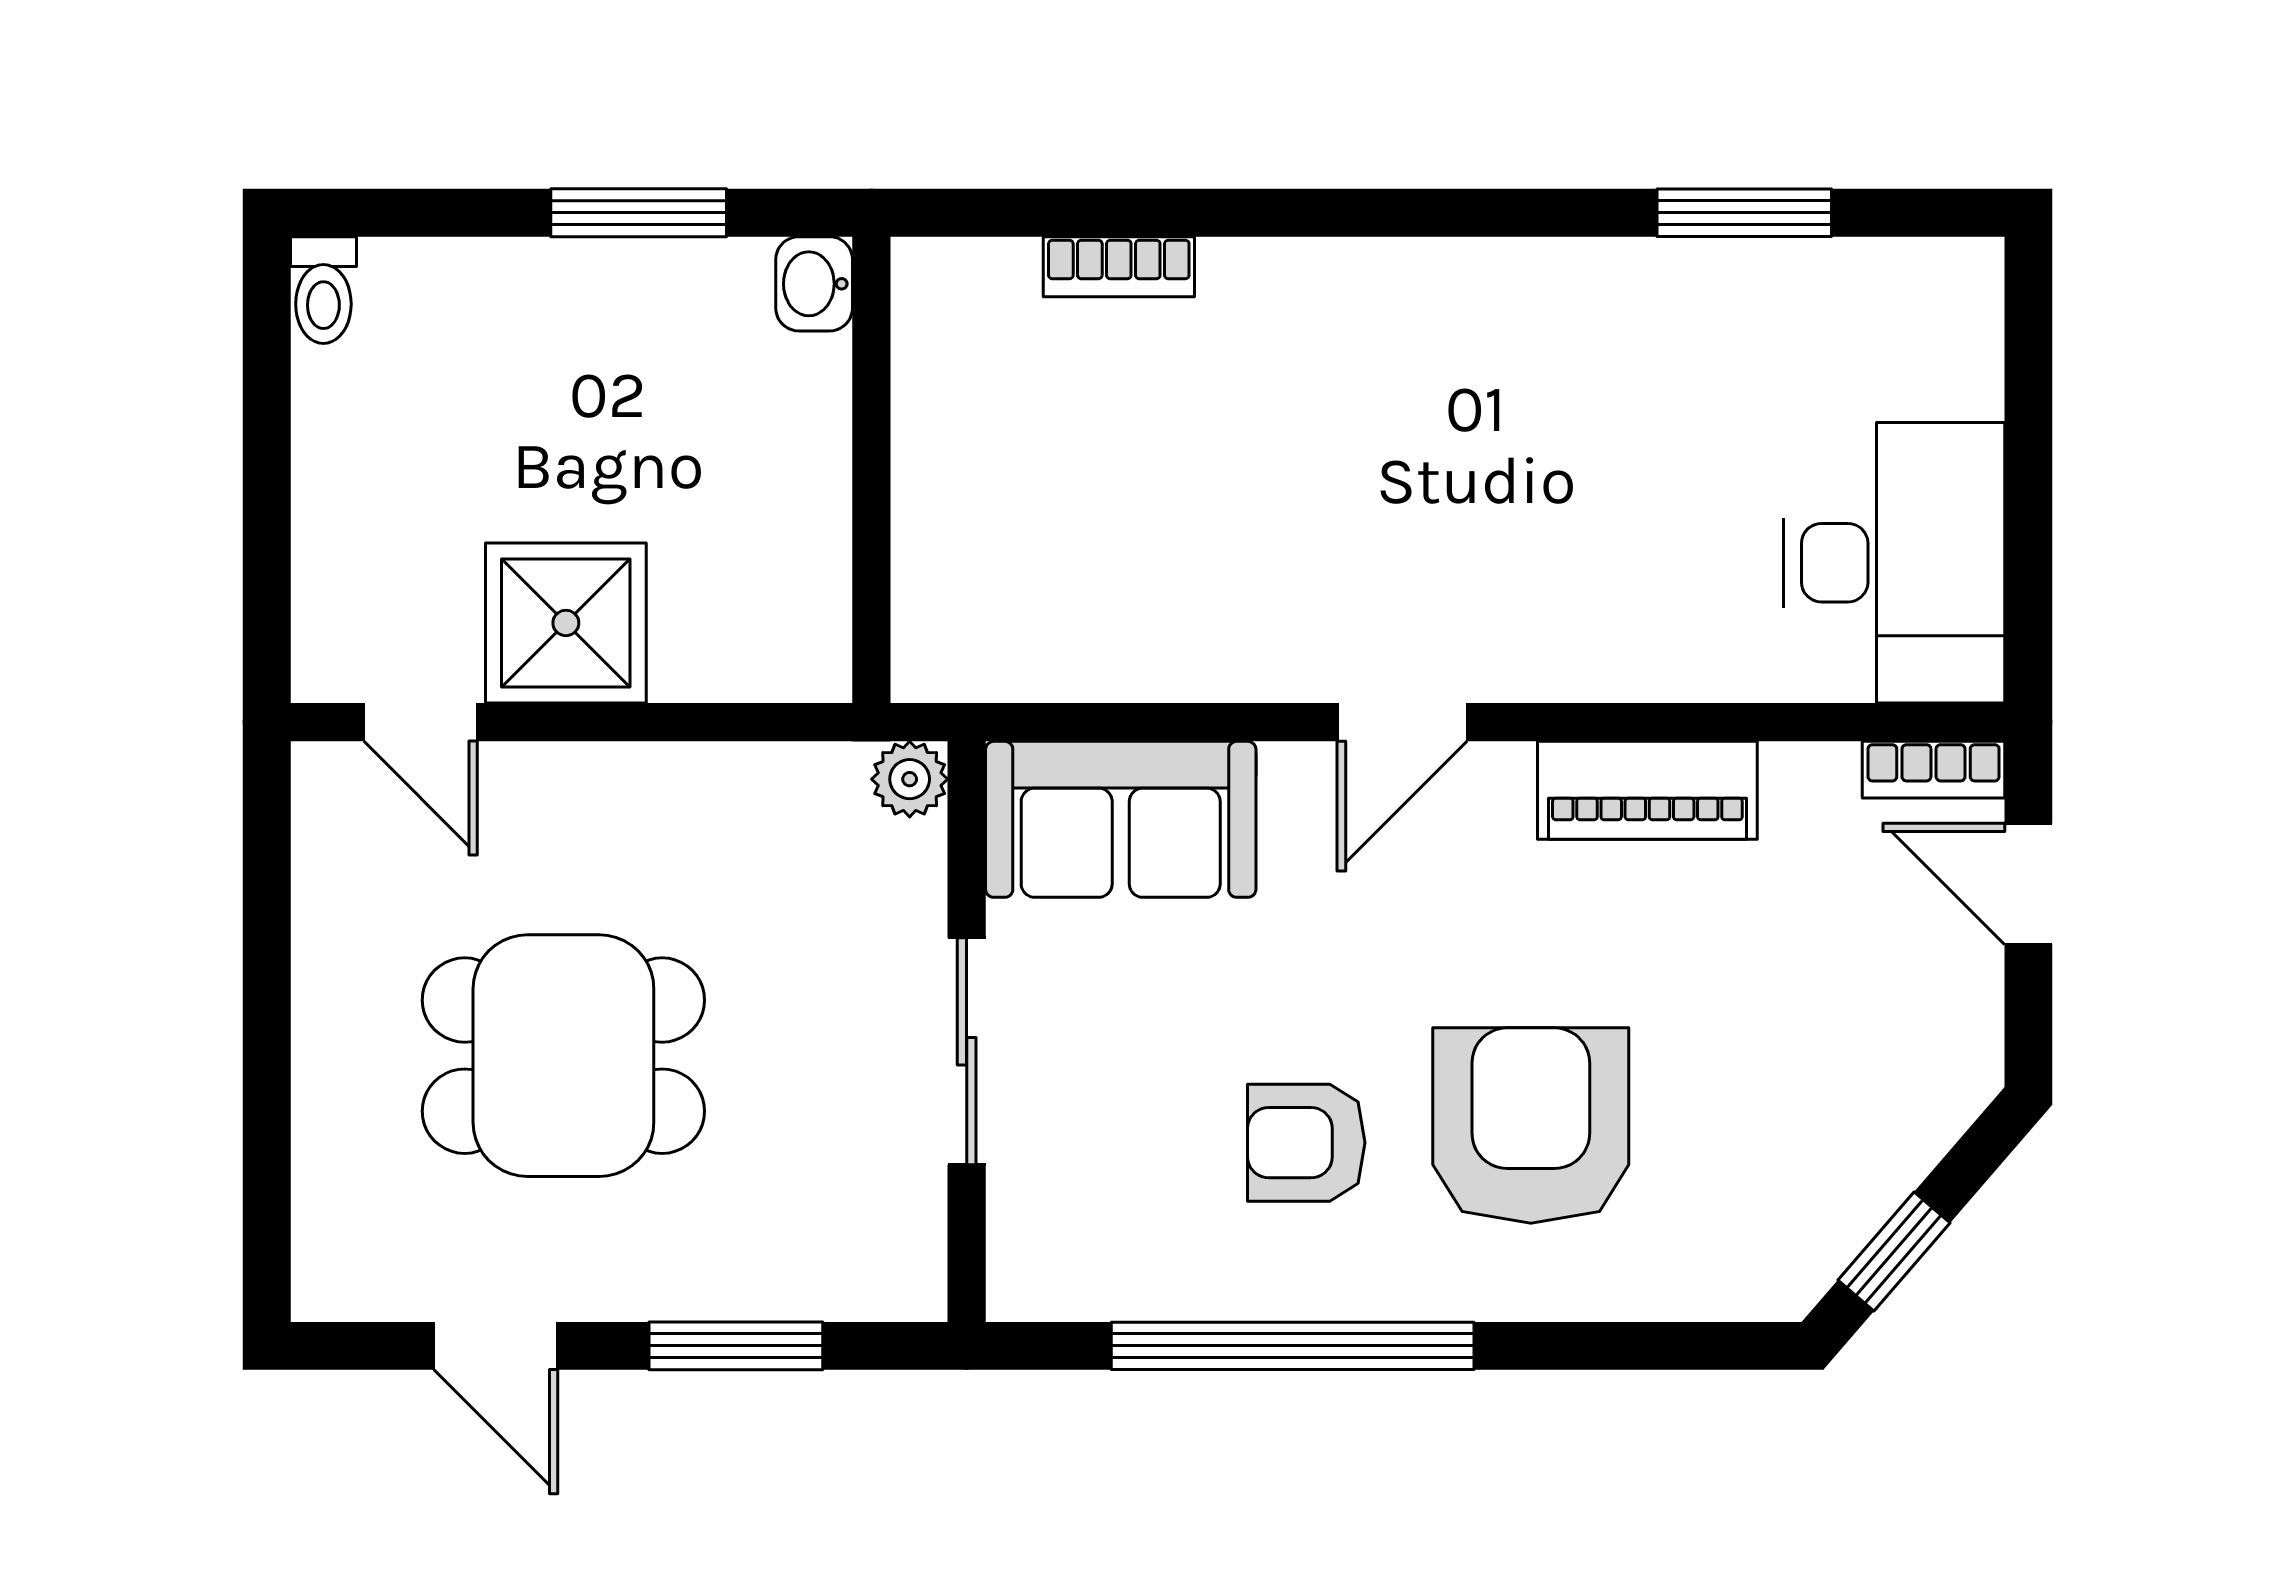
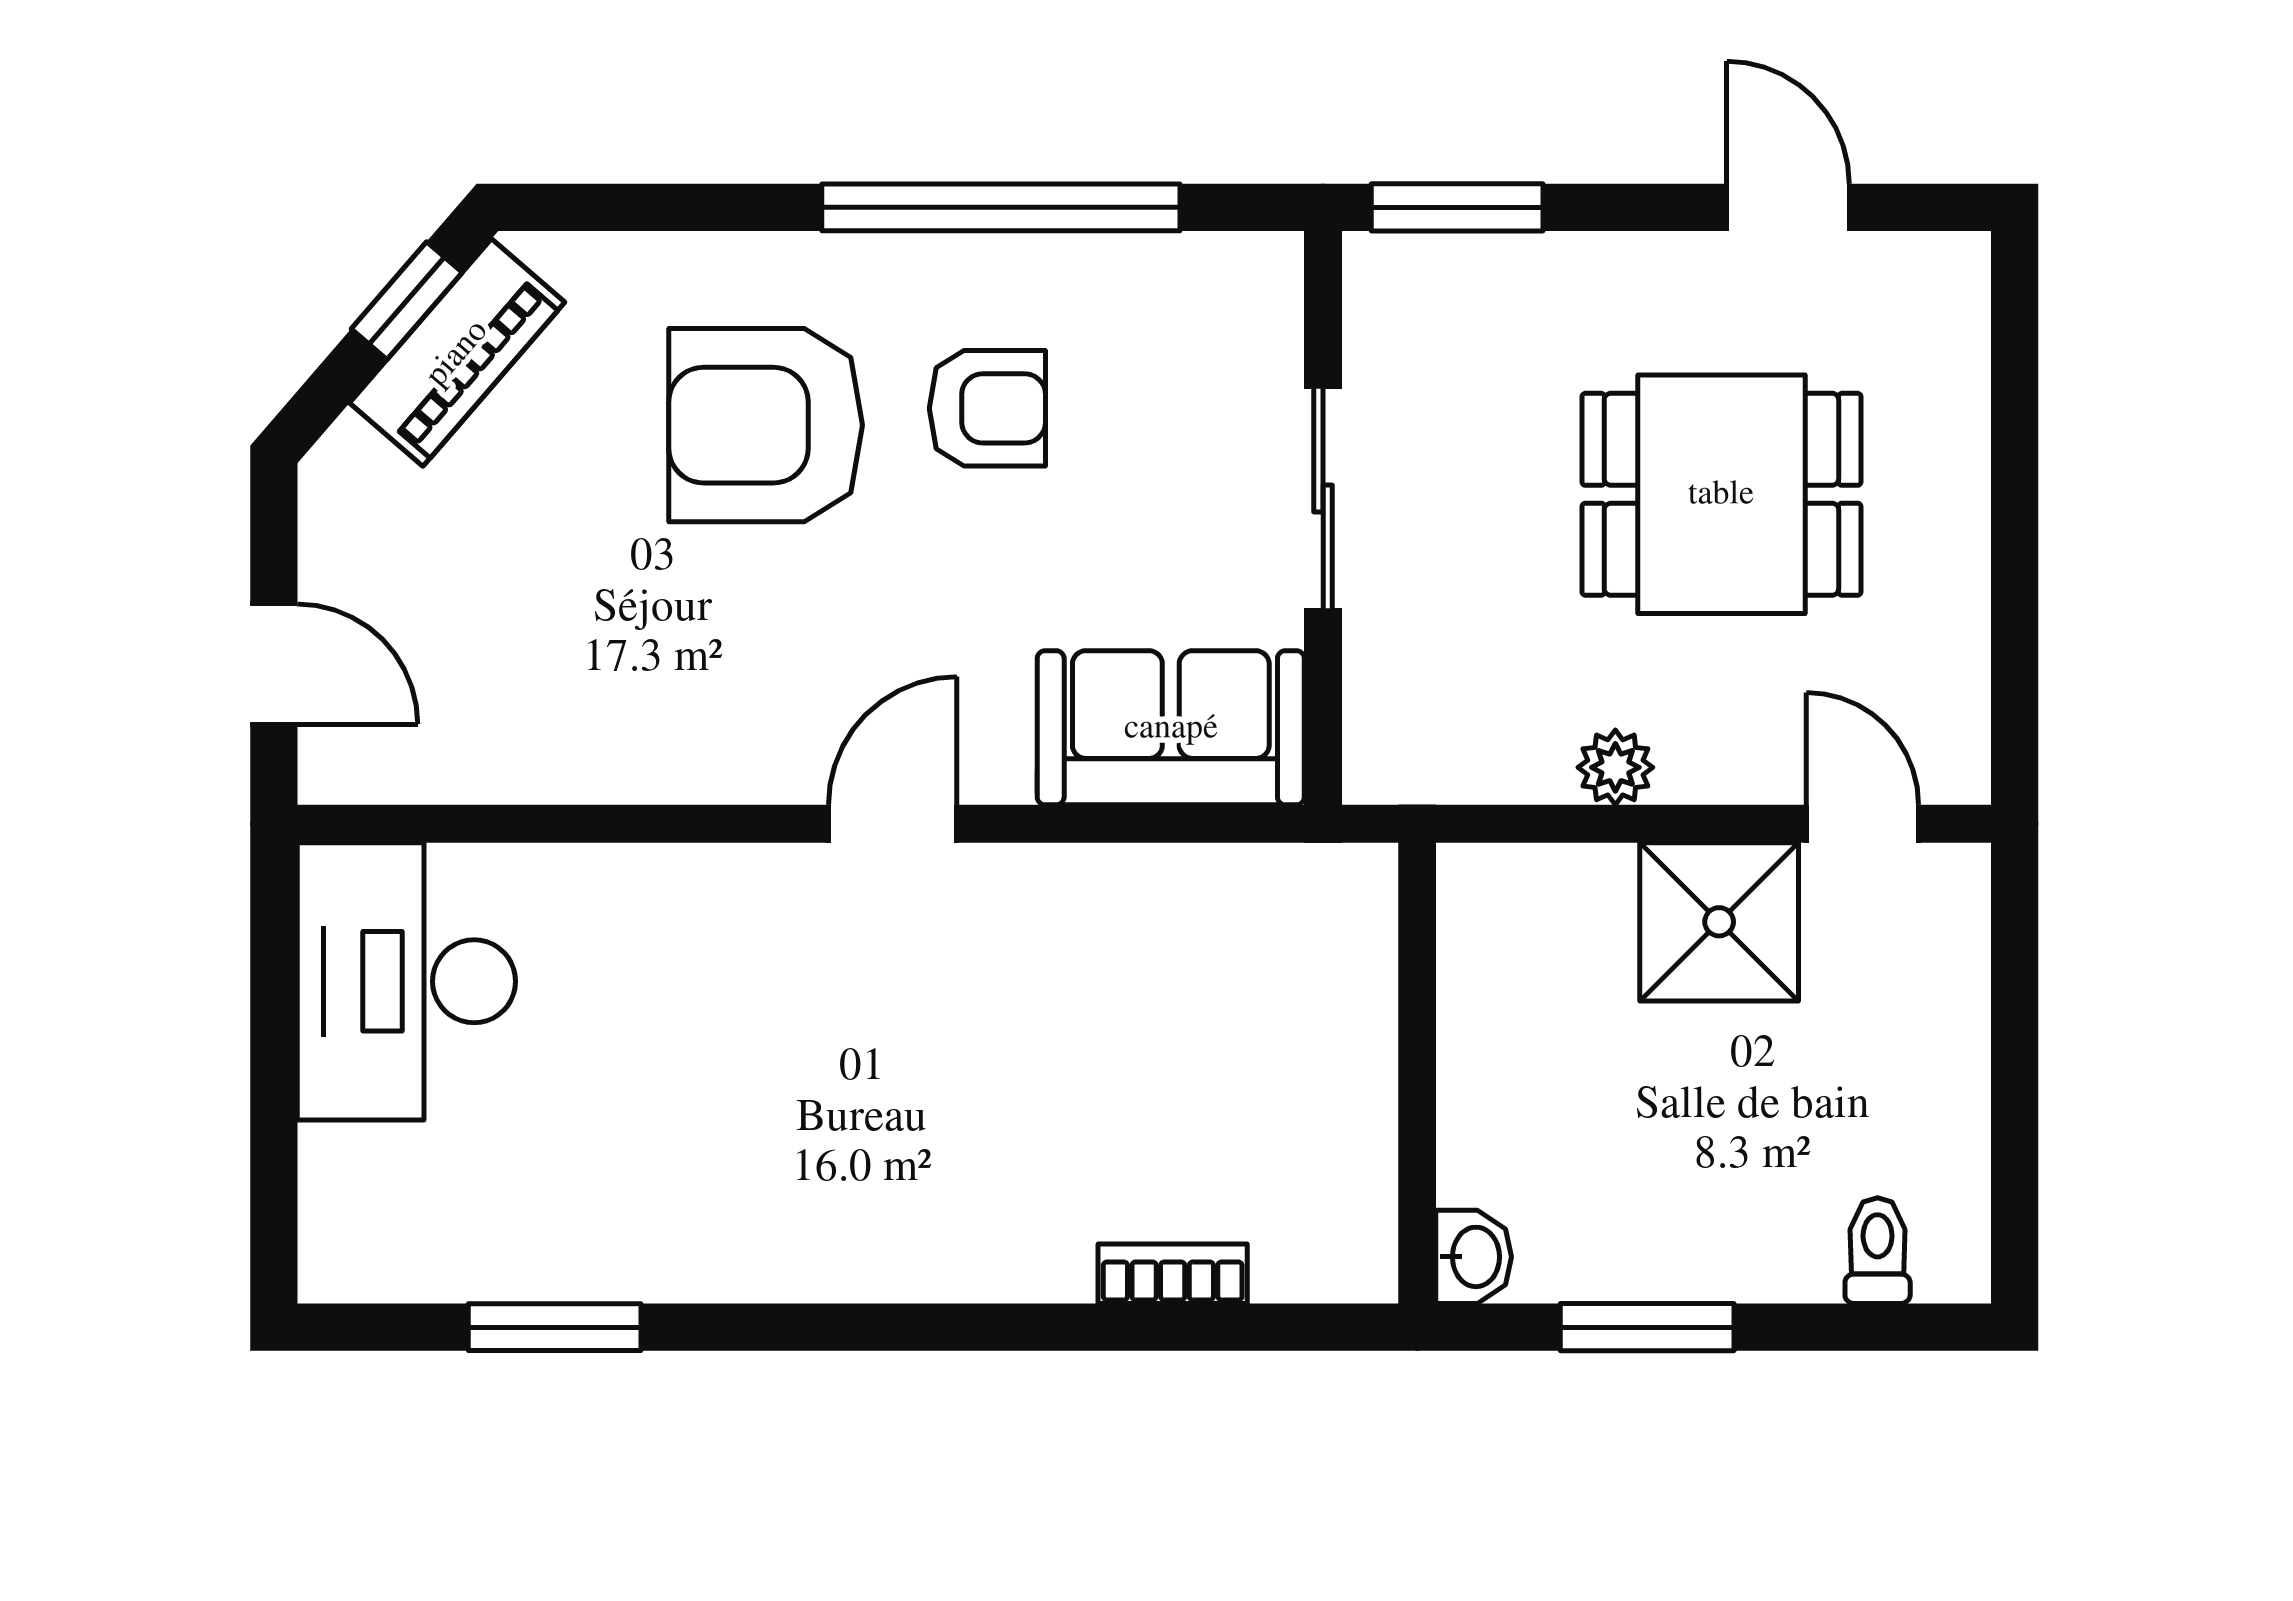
toilet: (323, 290) -> (1878, 1251), moved
bookcase: (1934, 770) -> (368, 777), removed
plant: (910, 779) -> (1615, 767), moved
piano: (1647, 790) -> (457, 353), moved, turned 131
armchair: (1531, 1126) -> (766, 425), turned 90
window: (736, 1346) -> (1457, 207), moved

